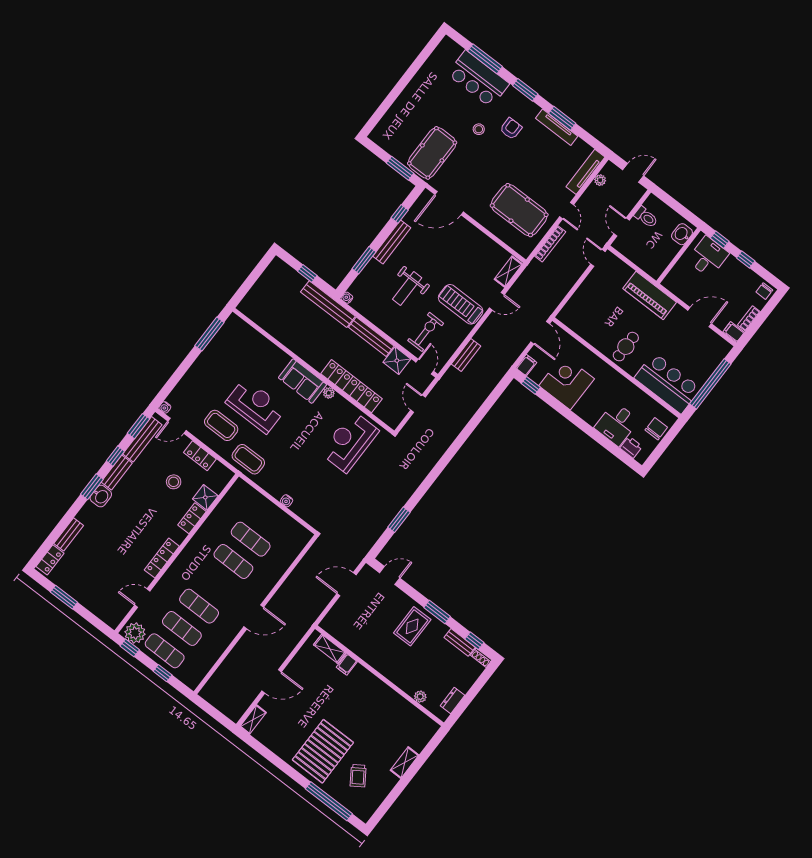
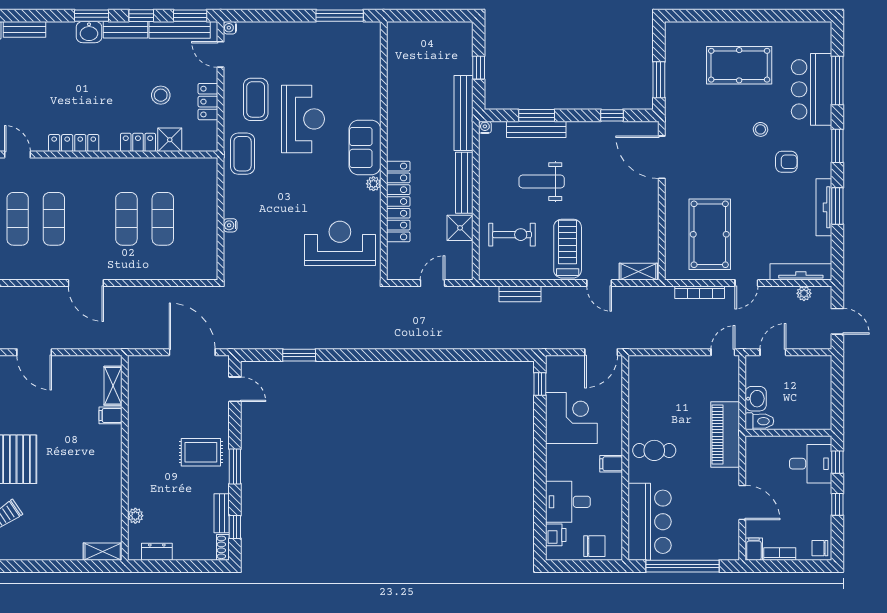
pool table: (432, 153) -> (739, 65), moved
toilet: (646, 217) -> (759, 421), moved, turned -90
washbasin: (682, 234) -> (756, 399), moved, turned 90
bench: (392, 242) -> (536, 129), moved
filing cabinet: (526, 365) -> (611, 464), moved, turned 180
door: (425, 367) -> (476, 261), removed
door: (347, 584) -> (192, 352), width x1.36
shelving: (405, 763) -> (103, 552), moved

